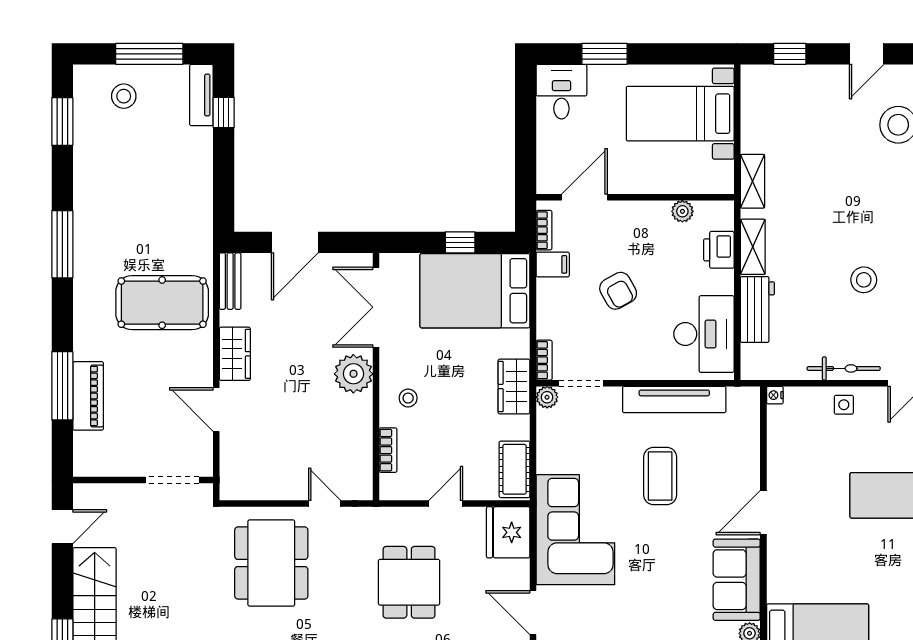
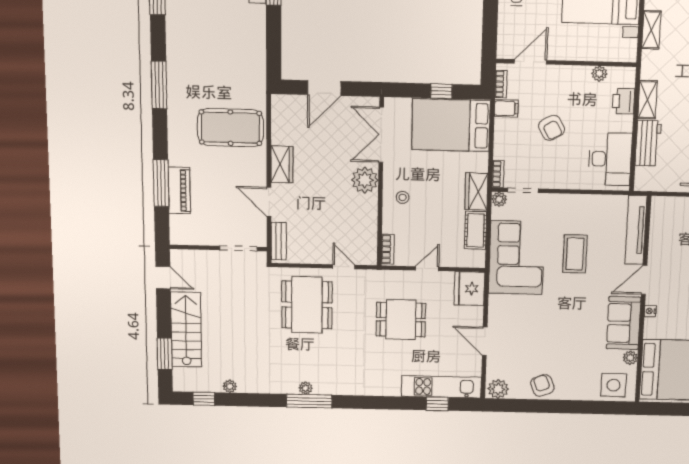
shelving: (752, 181) -> (651, 30), moved
bench: (230, 281) -> (279, 241), moved
nightstand: (775, 395) -> (650, 311), moved
tv unit: (674, 400) -> (636, 230), moved, turned 90
bookcase: (388, 450) -> (388, 249), moved
cot: (515, 469) -> (476, 230), moved
door: (62, 527) -> (163, 278), hinge flipped
corner sofa: (575, 530) -> (517, 258), moved
dining table: (409, 582) -> (401, 320), turned 90

